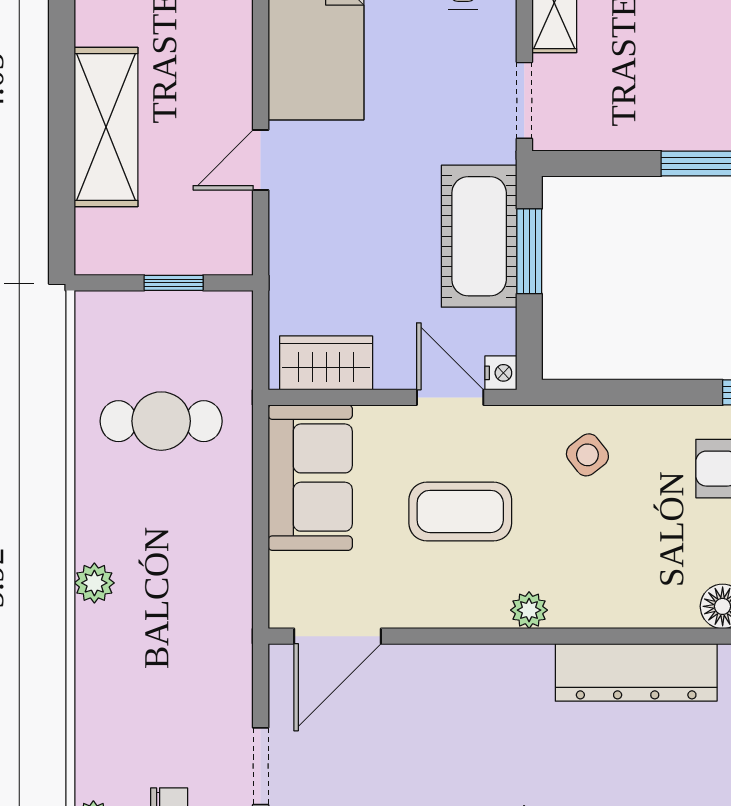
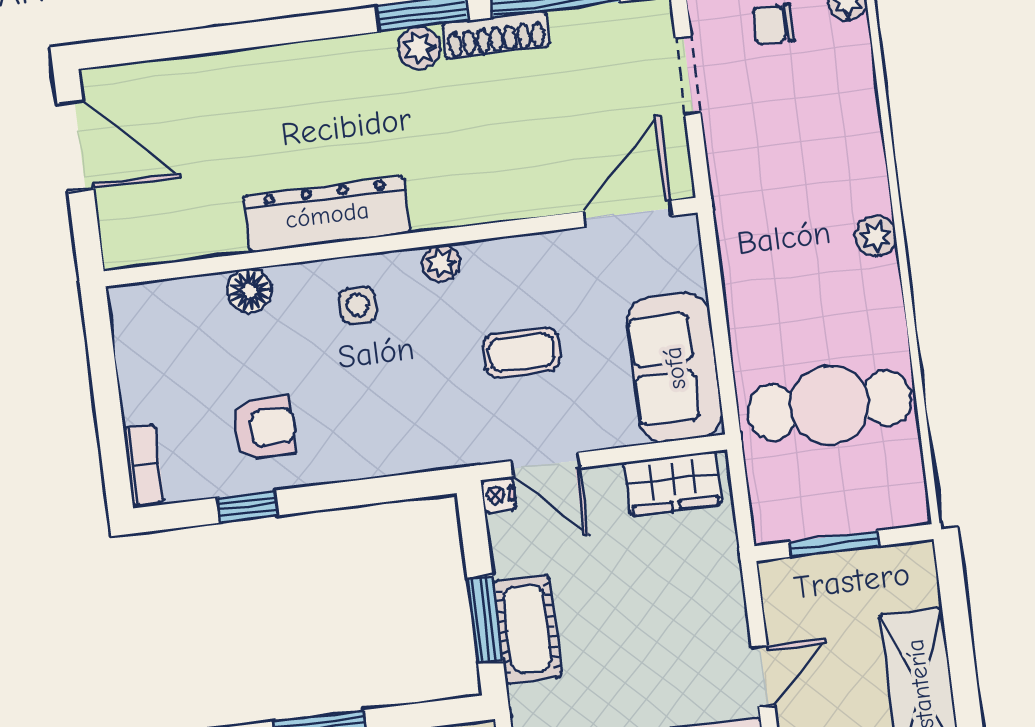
cot: (479, 236) -> (527, 629), width x0.73, depth x0.75
window: (174, 283) -> (834, 544), width x1.50
cafe table: (161, 421) -> (829, 405), width x1.37, depth x1.35
side table: (587, 455) -> (358, 305), moved, turned 38
coffee table: (460, 511) -> (522, 352), width x0.73, depth x0.77

